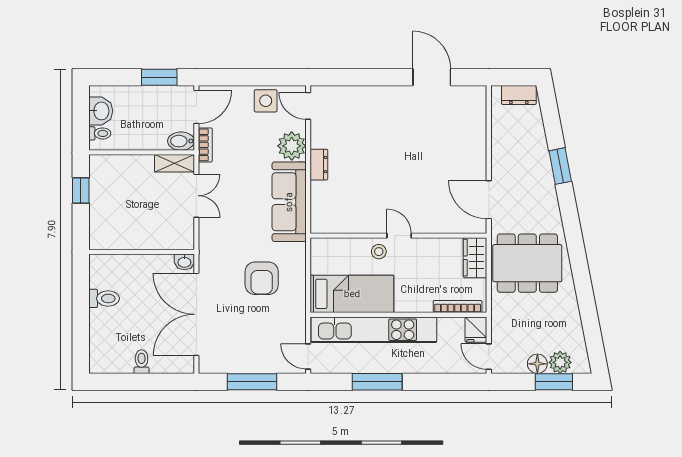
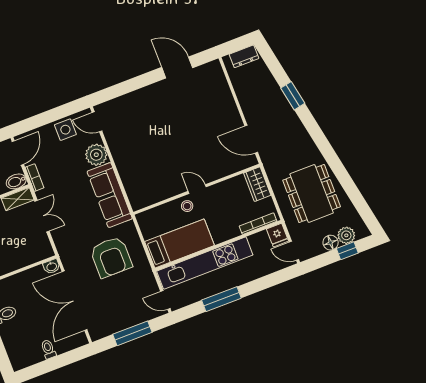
dresser: (319, 165) -> (121, 161), removed
dining table: (527, 263) -> (312, 193), moved, turned 90
armchair: (262, 278) -> (111, 257), width x1.36, depth x1.36
window: (554, 382) -> (347, 251), width x0.67

